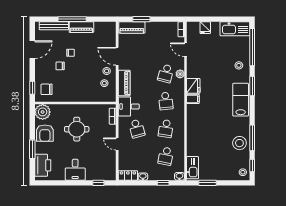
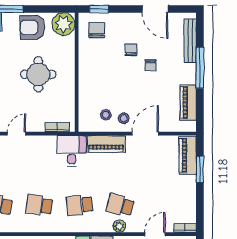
piano: (81, 27) -> (188, 102), moved
school desk: (137, 129) -> (39, 163), removed

